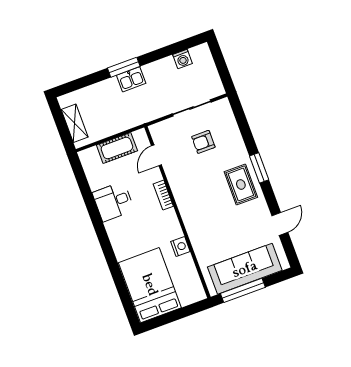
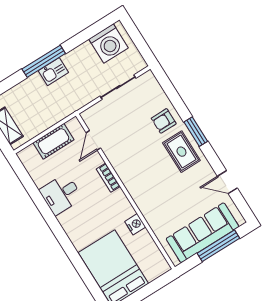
washing machine: (182, 59) -> (109, 44), width x1.89, depth x1.89
window: (124, 67) -> (44, 61), width x1.44
armchair: (203, 142) -> (164, 121), moved
door: (280, 224) -> (227, 182), swing flipped
window: (243, 290) -> (218, 246), moved

